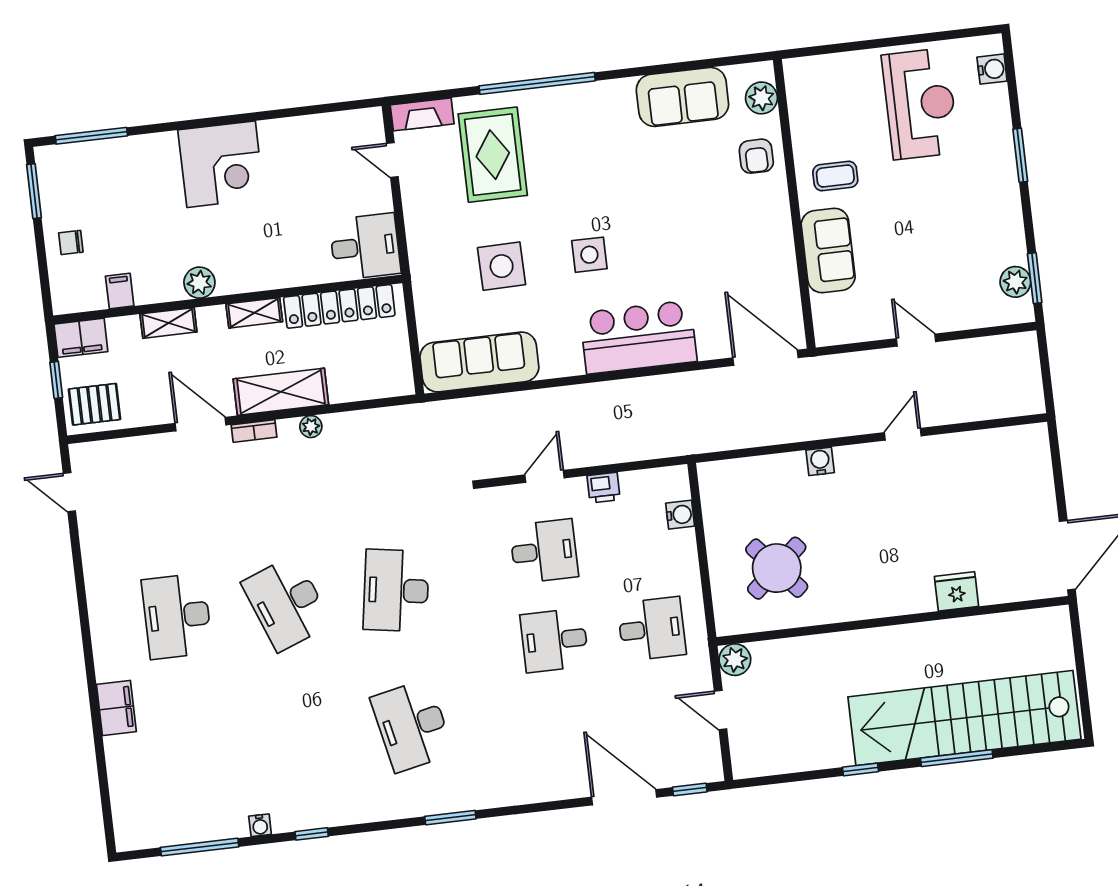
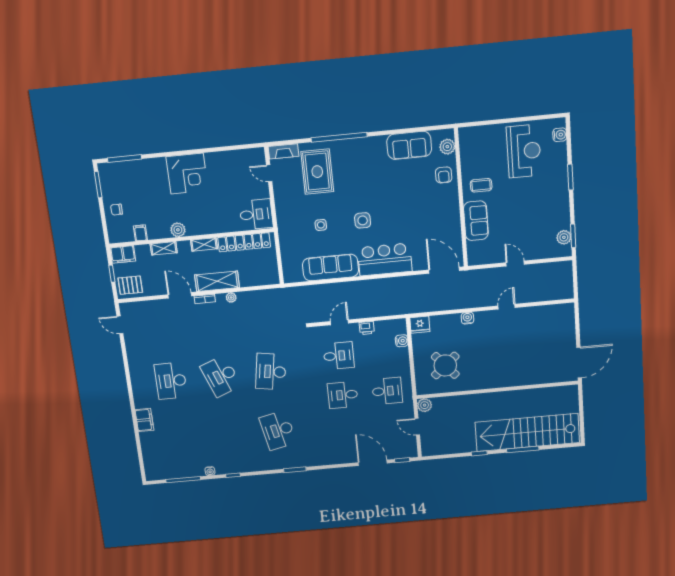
side table: (502, 266) -> (321, 225), width x0.54, depth x0.54
sofa: (479, 362) -> (330, 267), moved
fridge: (957, 591) -> (420, 325), moved, turned 180

